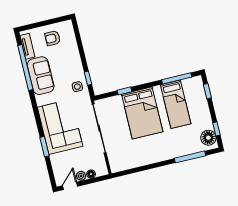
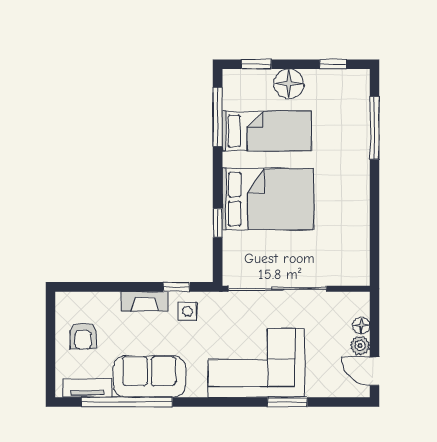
fireplace: (77, 64) -> (145, 301), added
floor lamp: (208, 138) -> (289, 84), moved

